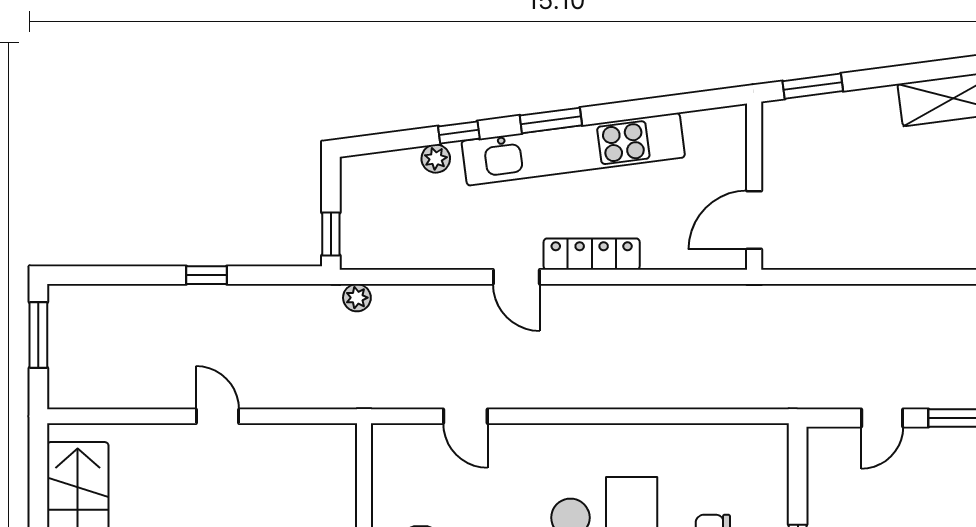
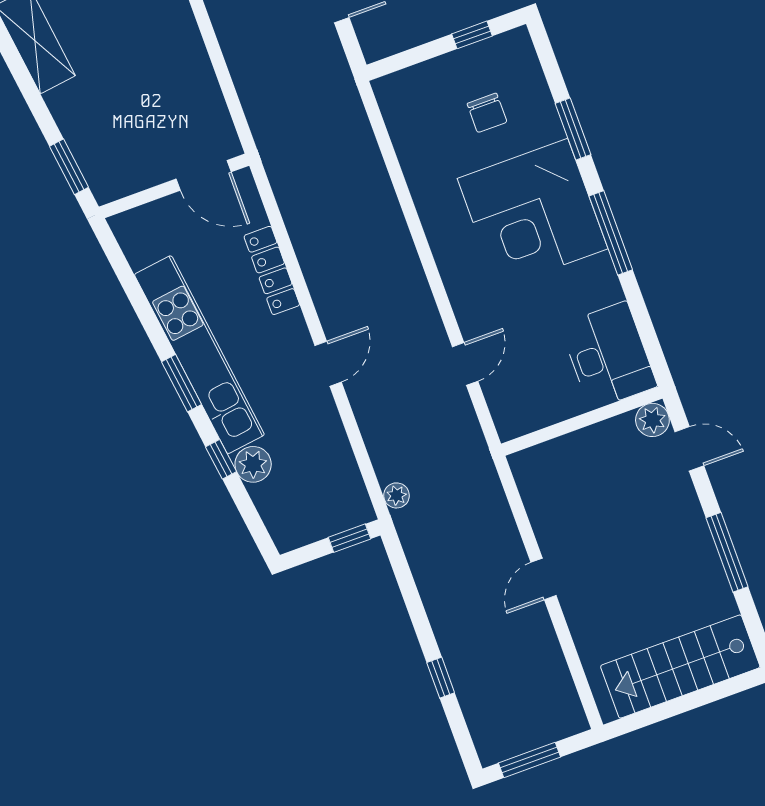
plant: (436, 159) -> (253, 464), width x1.38, depth x1.38
locker: (592, 254) -> (272, 270), moved
window: (207, 275) -> (441, 678), moved

